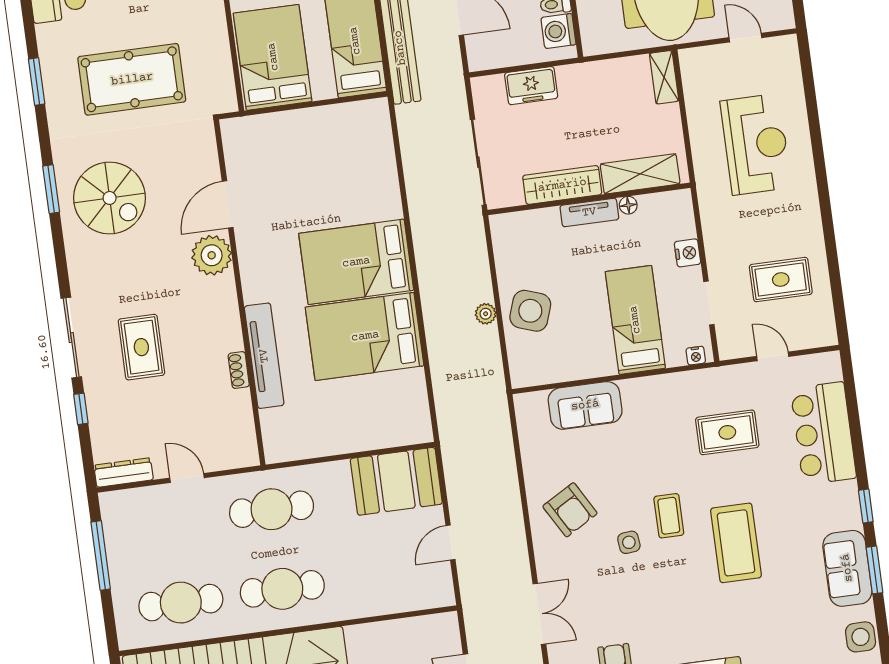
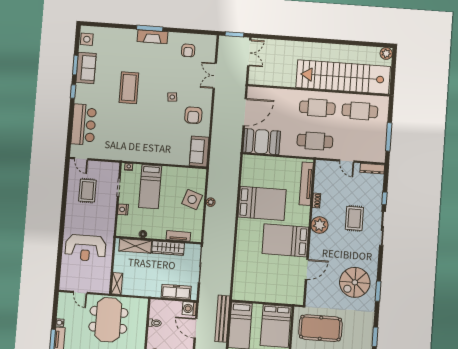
washing machine: (558, 31) -> (189, 309), moved, turned 180
pool table: (132, 79) -> (320, 328), moved
freezer: (531, 86) -> (176, 292), width x1.40
reception desk: (756, 144) -> (85, 248), turned -90
spiral stairs: (110, 198) -> (355, 282), turned -90
tv unit: (589, 212) -> (178, 236), moved
plant: (212, 255) -> (319, 225), moved
bed: (356, 262) -> (285, 240), moved, turned 180
rug: (781, 280) -> (87, 191), turned 90
tv unit: (264, 356) -> (306, 184), moved
door: (773, 356) -> (81, 159), moved
sofa: (585, 405) -> (199, 151), moved, turned -90
rug: (727, 432) -> (123, 133), removed
armchair: (570, 510) -> (193, 115), turned -150
coffee table: (669, 516) -> (154, 104), removed
door: (450, 543) -> (245, 112), width x1.87

